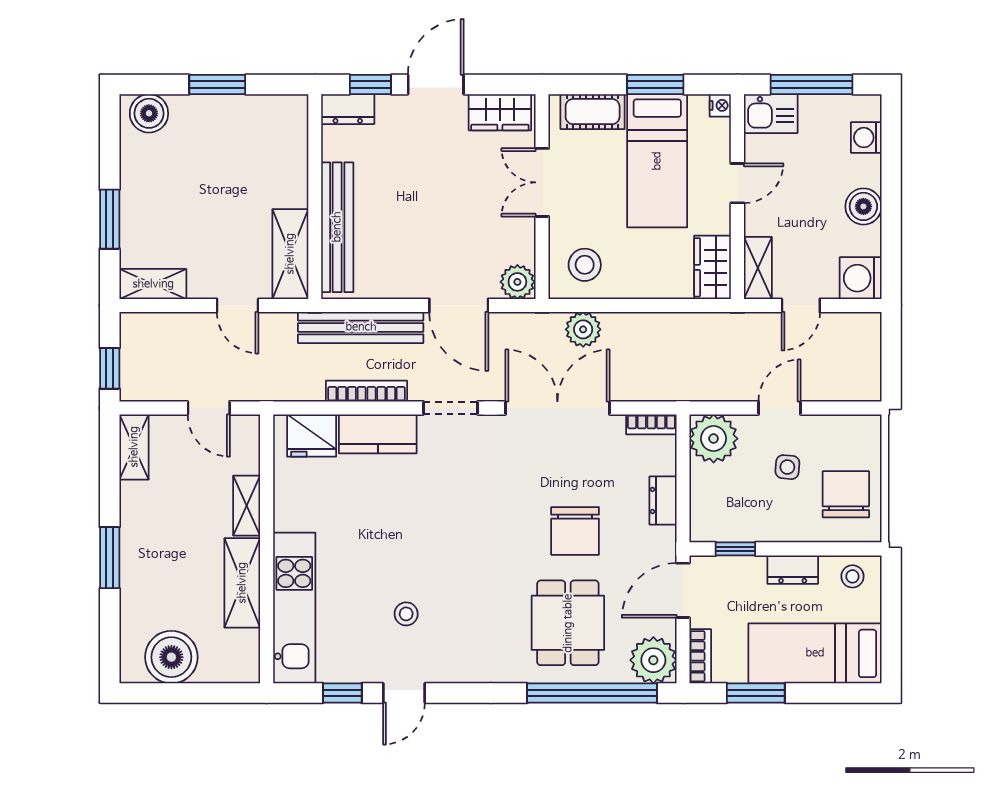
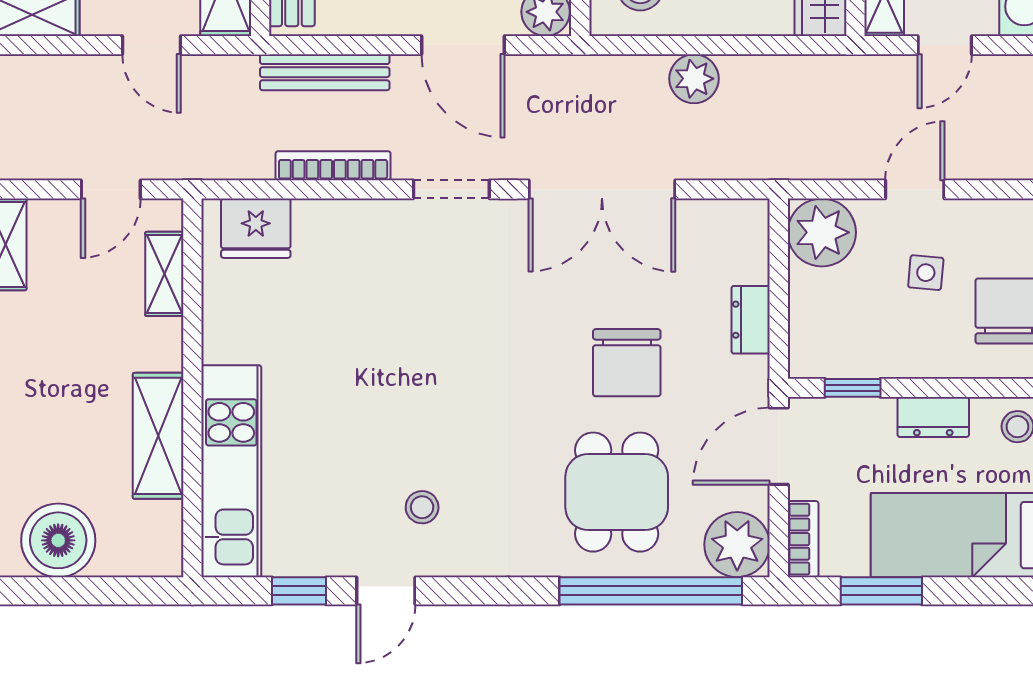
bench: (361, 327) -> (325, 72), width x0.73, depth x0.82
plant: (583, 329) -> (694, 79), moved
door: (209, 408) -> (111, 189), hinge flipped
double door: (557, 408) -> (602, 189), swing flipped
bookcase: (651, 424) -> (734, 213), removed
kitchen counter: (378, 434) -> (349, 226), removed
shelving: (247, 506) -> (164, 274), moved
stool: (406, 614) -> (422, 507), moved

